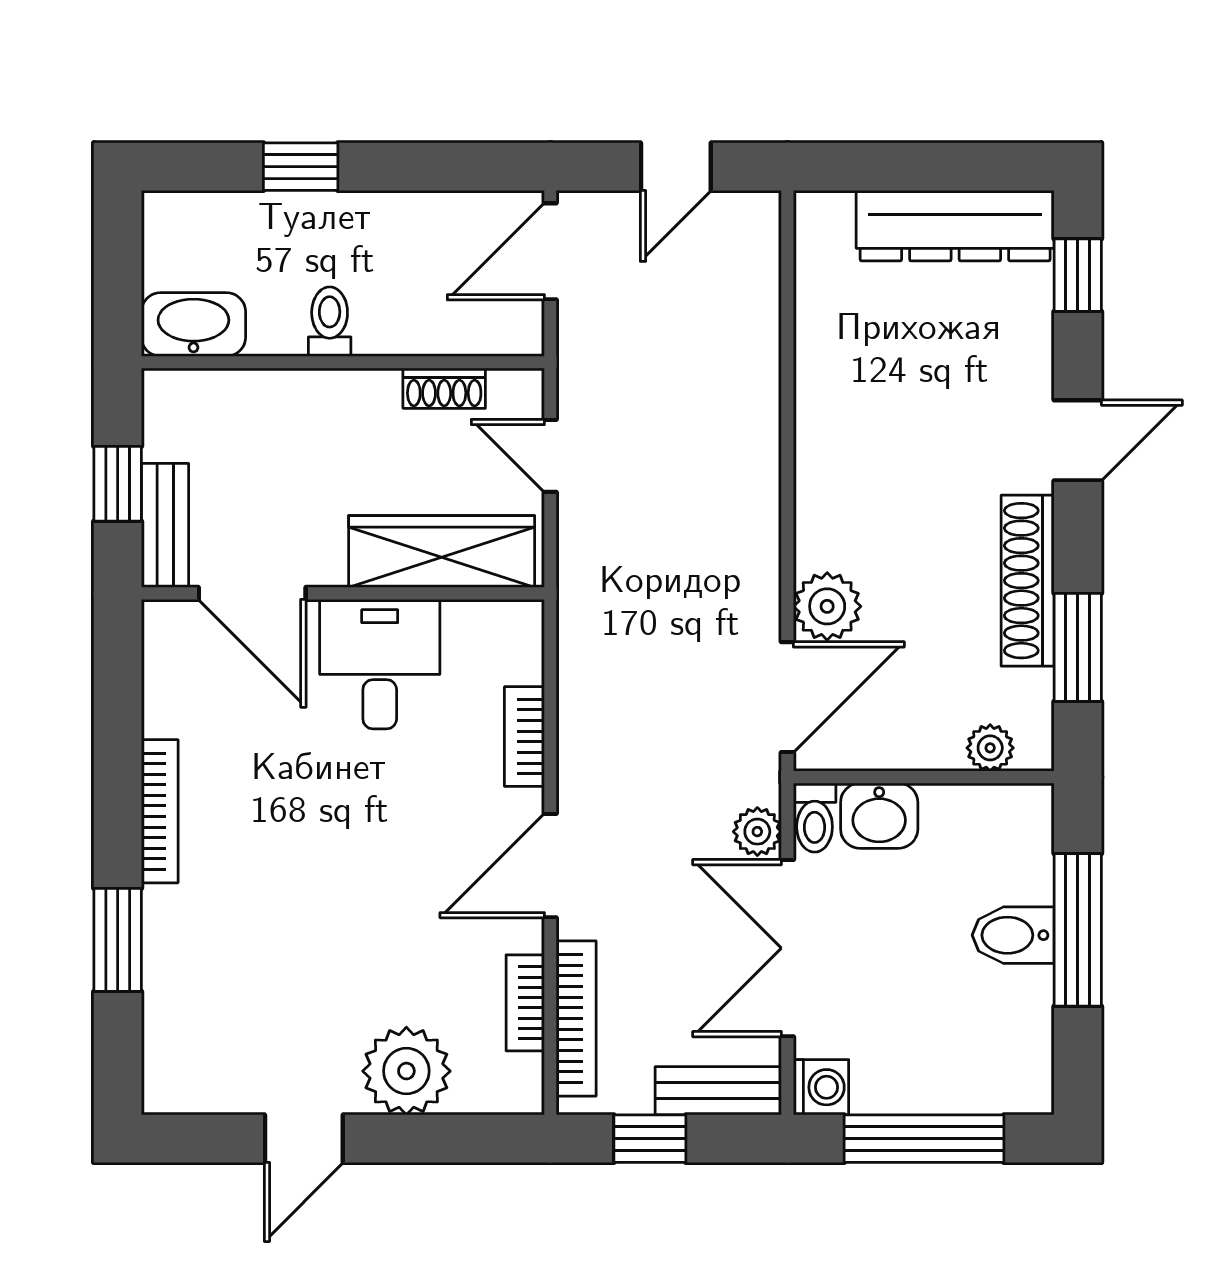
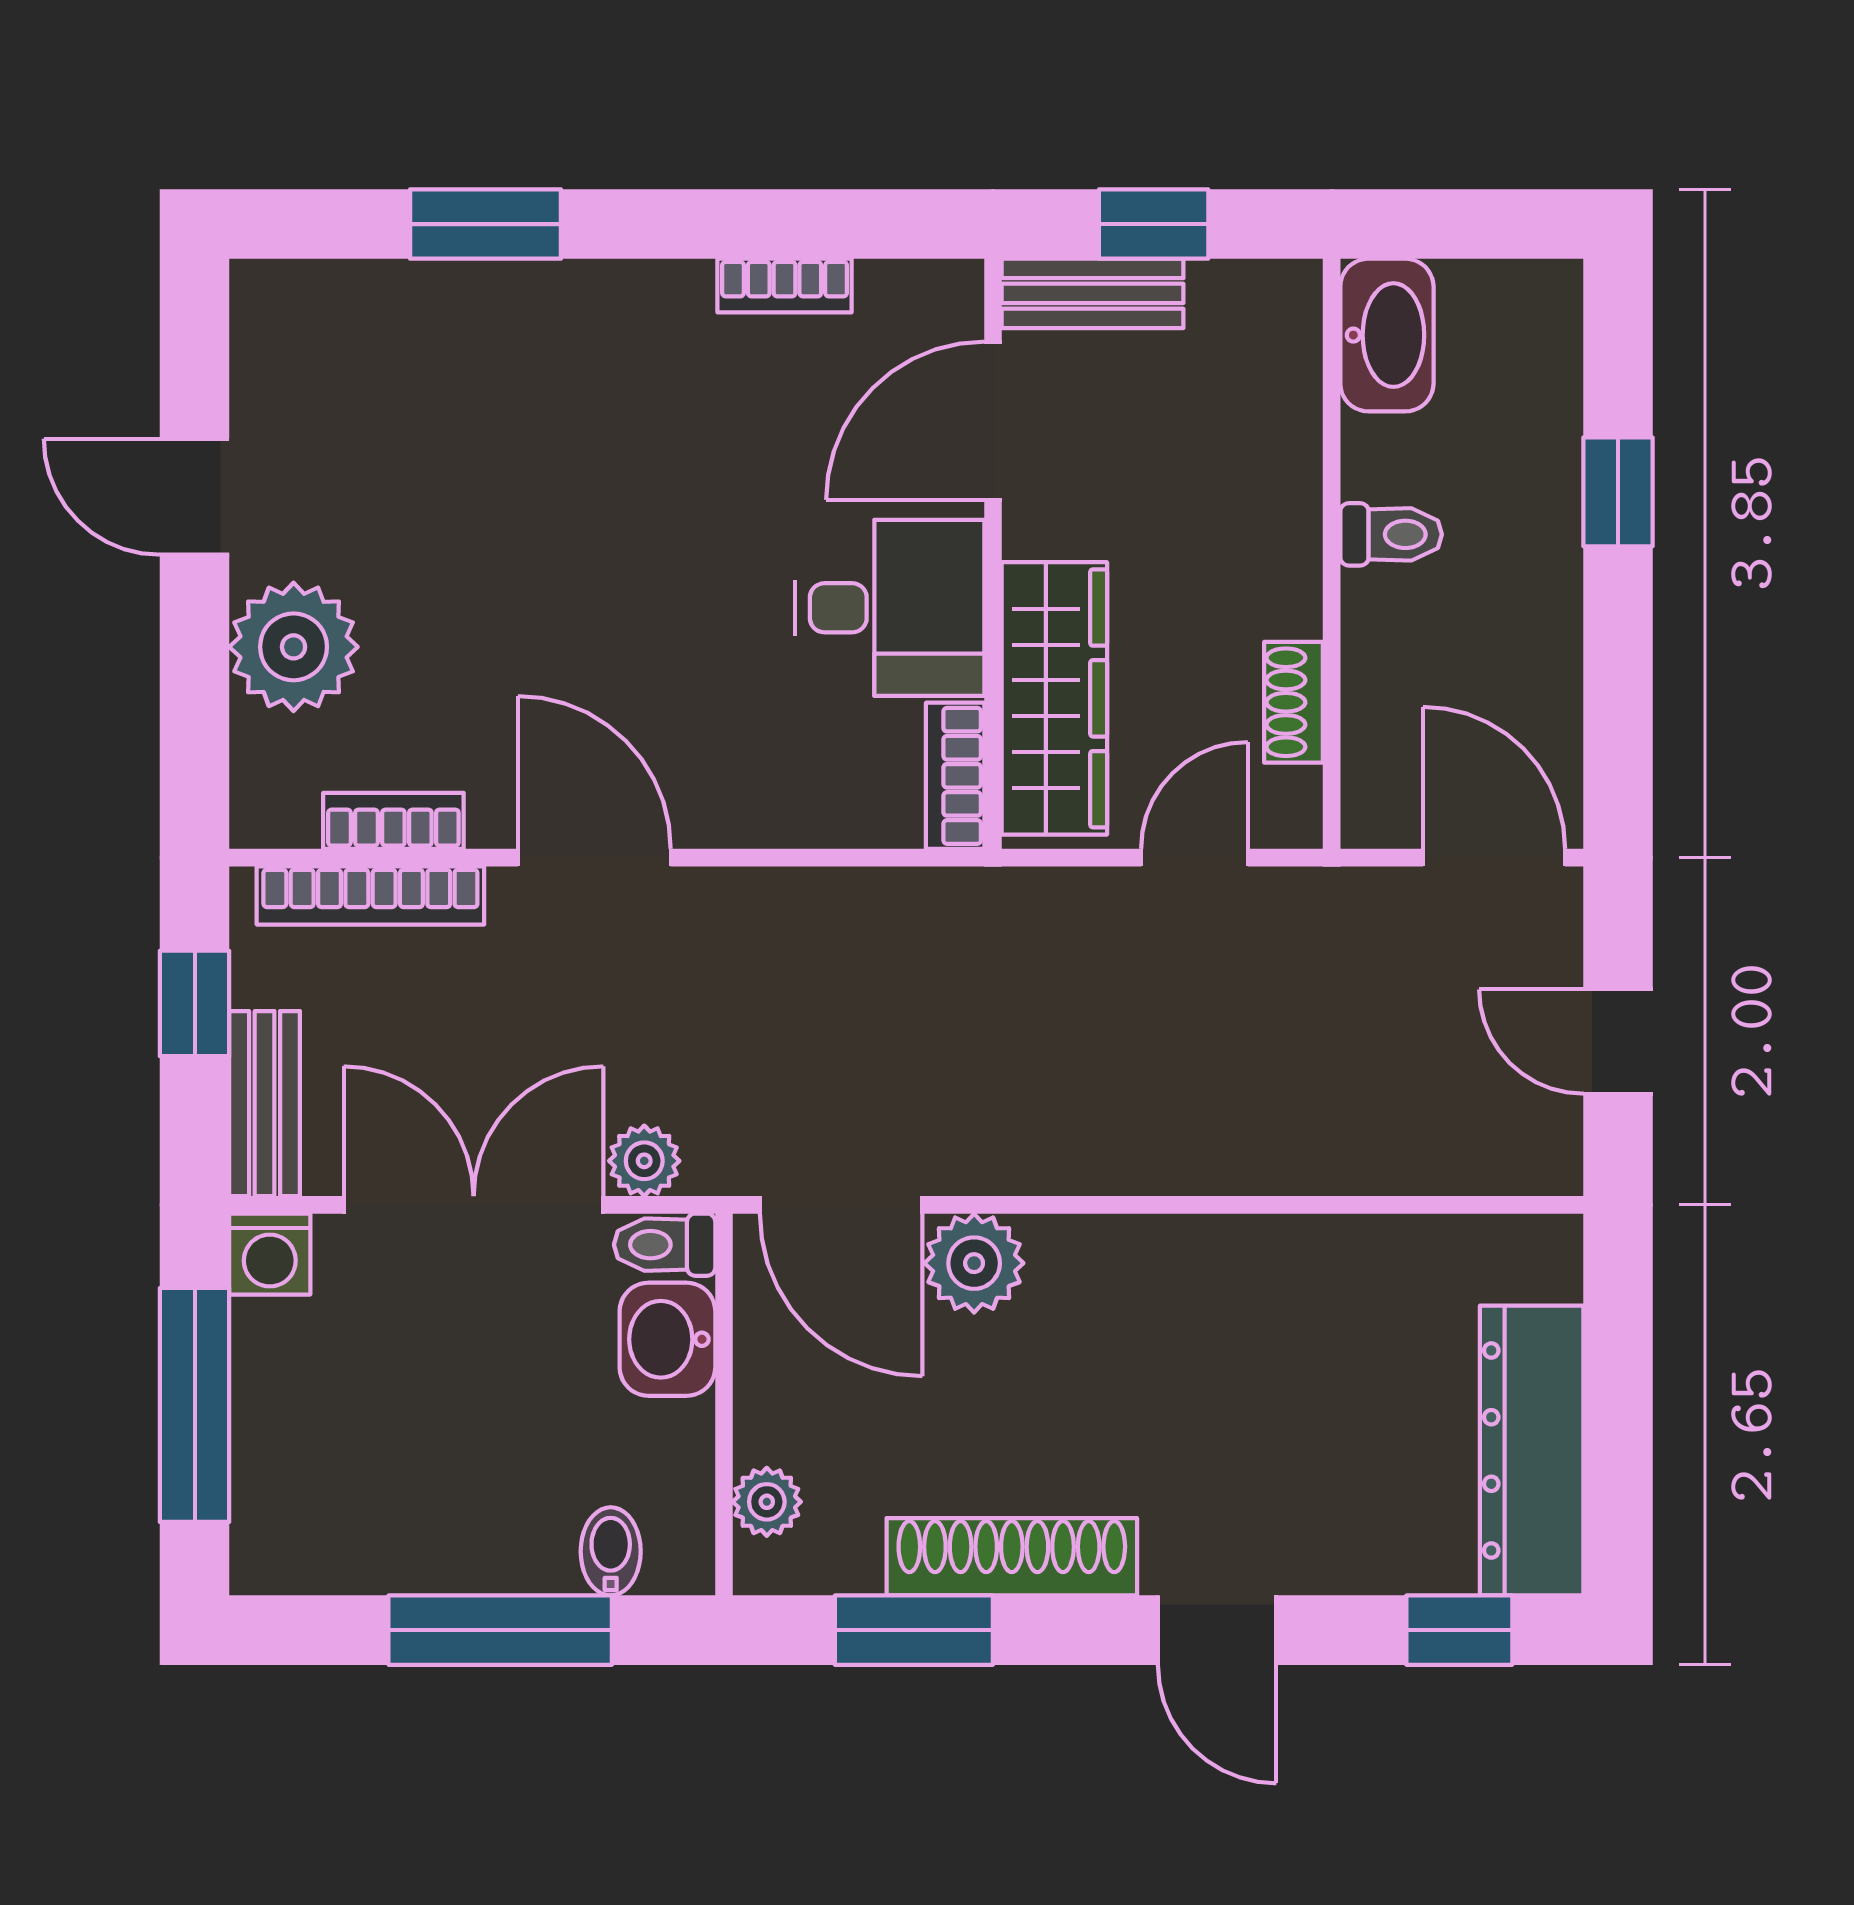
bookcase: (524, 737) -> (955, 776), moved, turned -90
bookcase: (160, 811) -> (785, 286), moved, width x0.64
bidet: (1013, 935) -> (611, 1551), moved, width x0.72, depth x0.74

